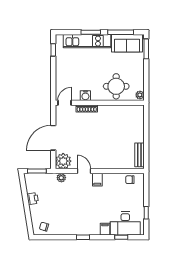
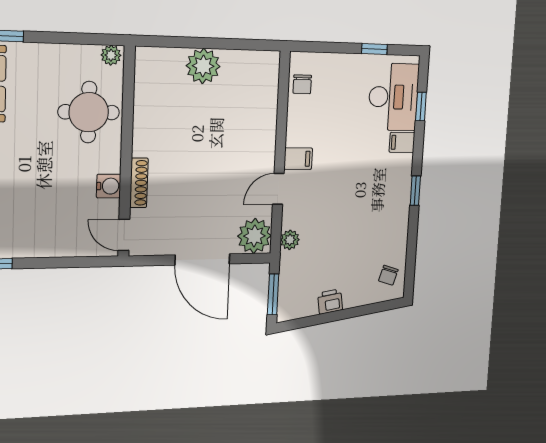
plant: (136, 135) -> (203, 66), added
bench: (139, 155) -> (249, 60), removed

